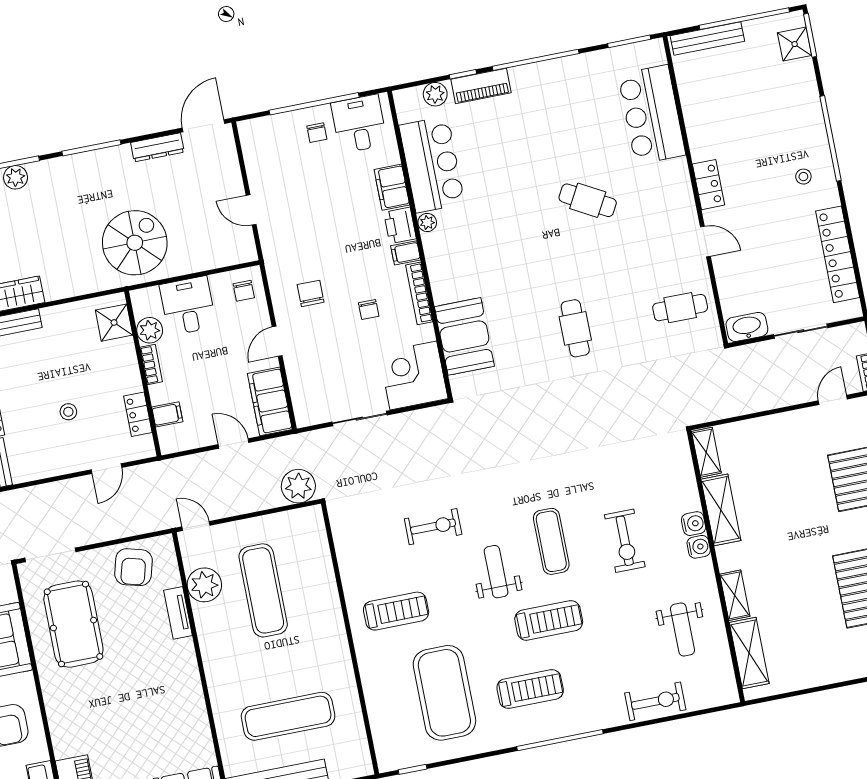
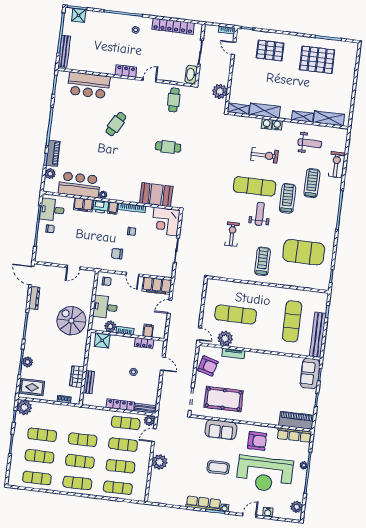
plant: (298, 486) -> (220, 91), moved
door: (196, 526) -> (199, 334), swing flipped
exercise mat: (551, 541) -> (255, 186), width x1.36, depth x1.45
weight bench: (496, 572) -> (260, 214), turned 90
treadmill: (530, 689) -> (312, 183), moved

